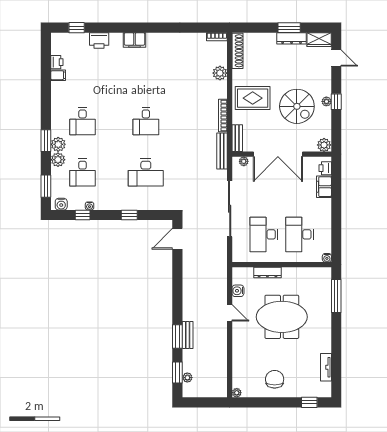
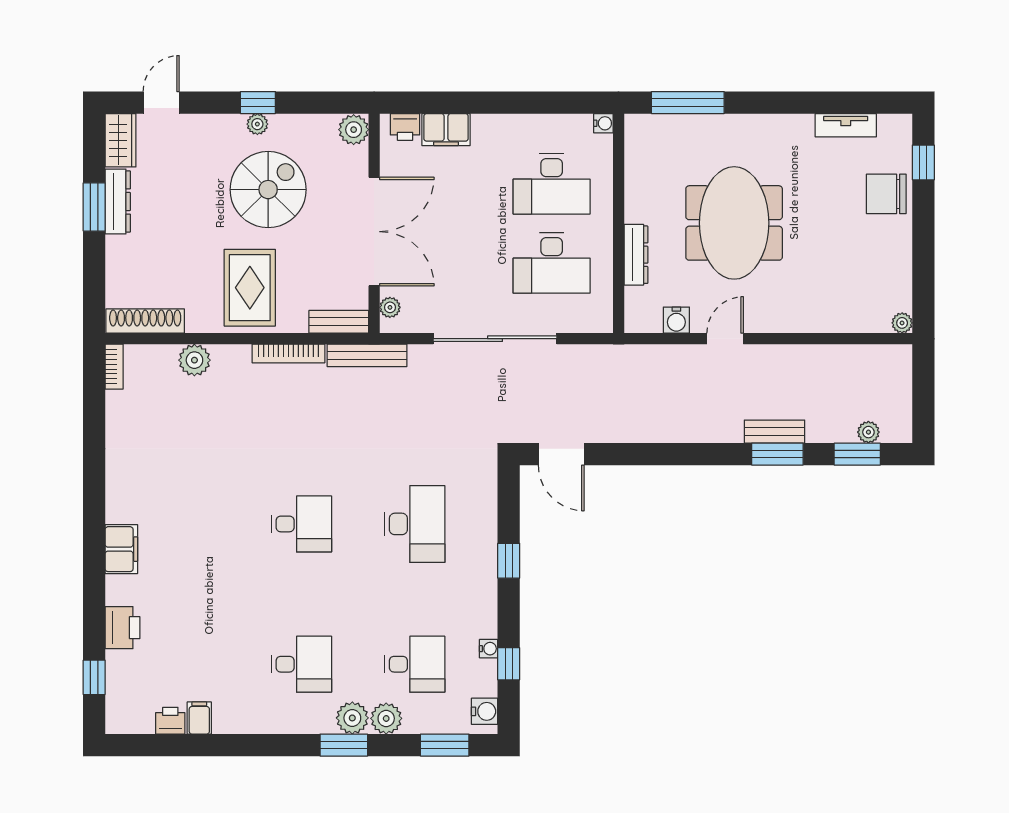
chair: (275, 379) -> (886, 194), moved

